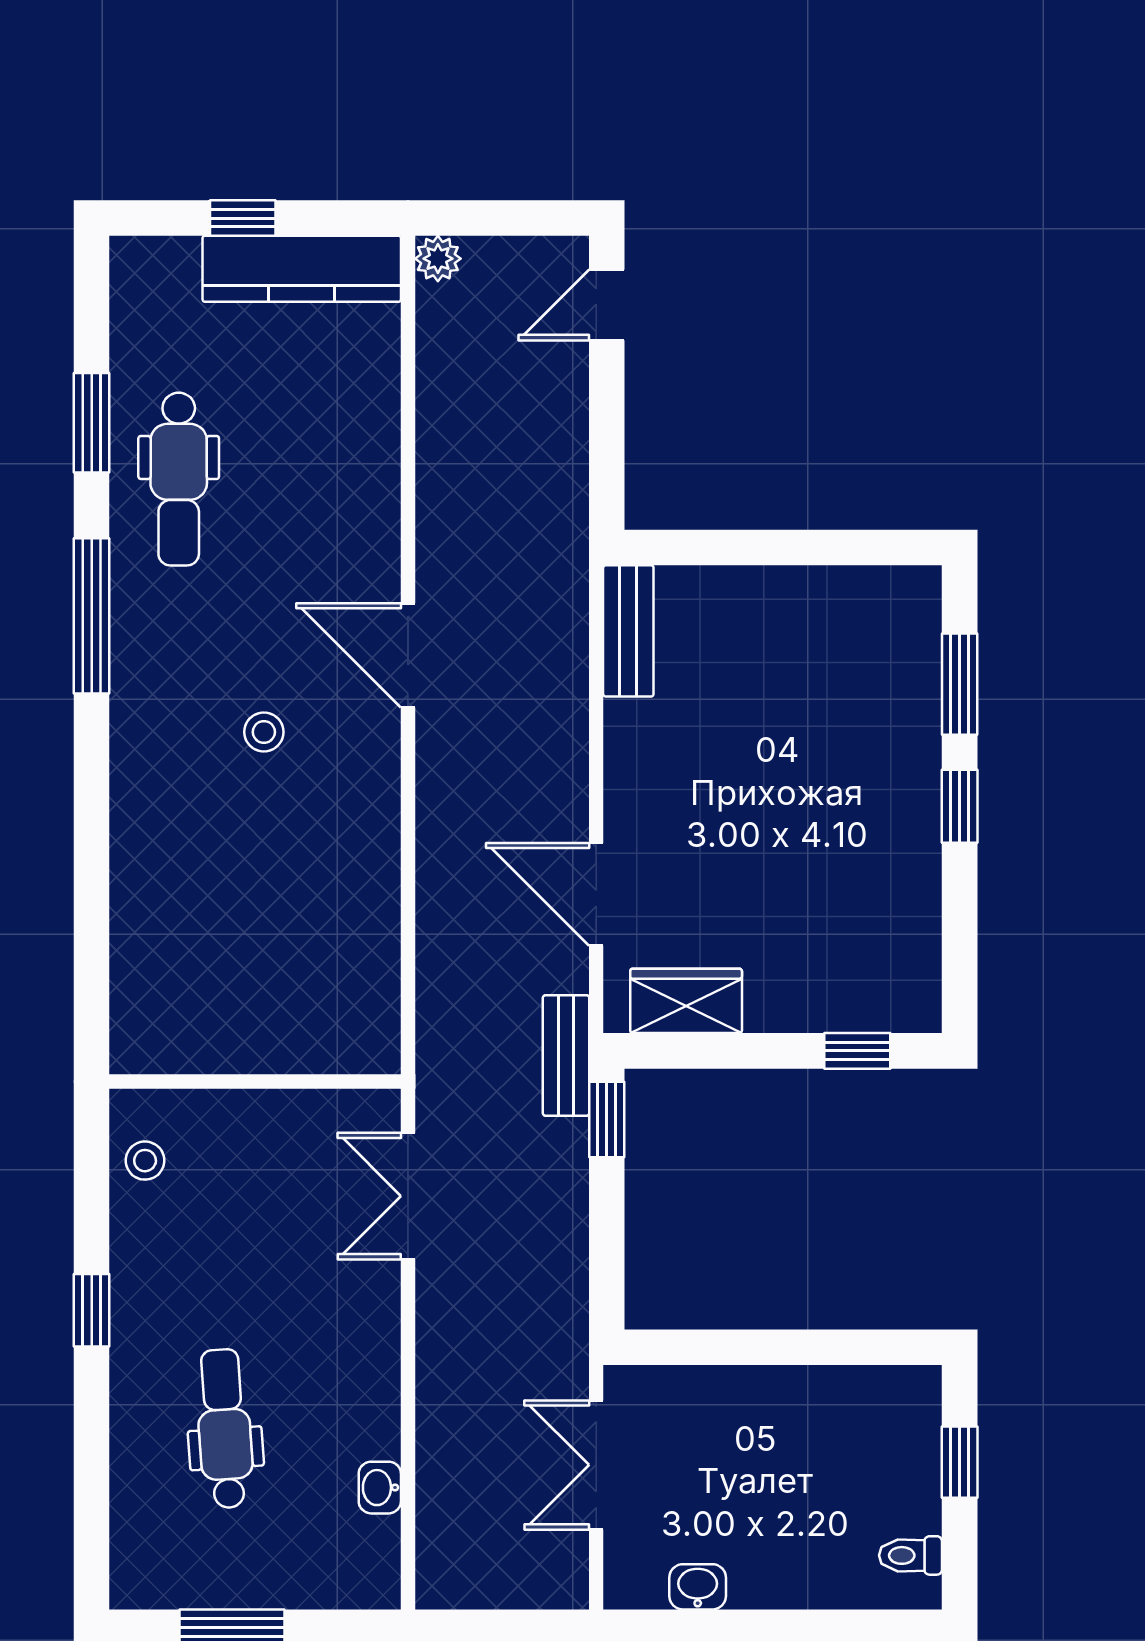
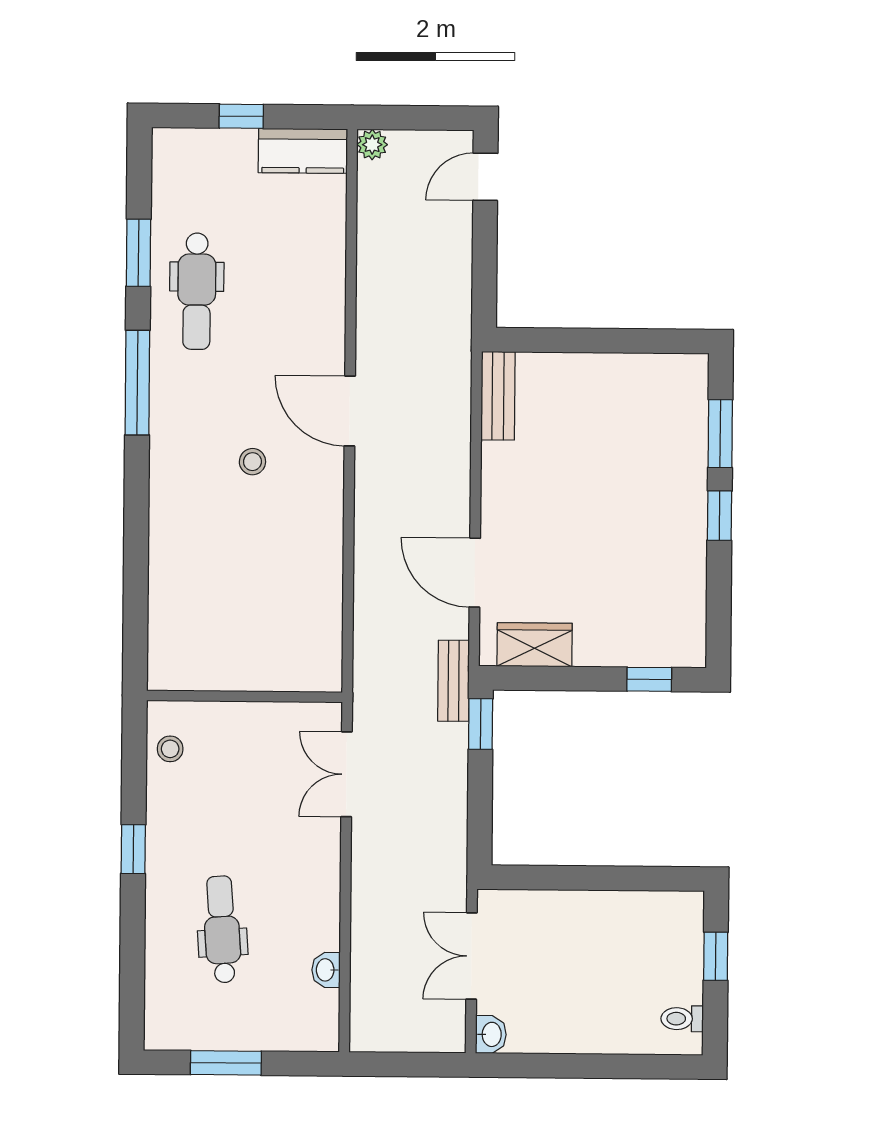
kitchen counter: (302, 269) -> (303, 151), width x0.67
washbasin: (698, 1587) -> (491, 1034), moved, turned 90

